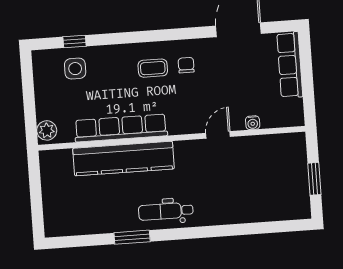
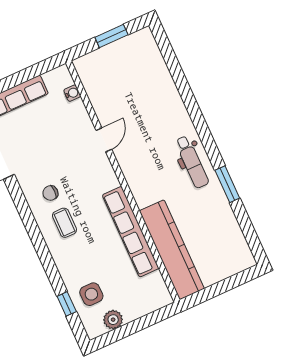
water cooler: (253, 123) -> (72, 93), moved
plant: (47, 130) -> (113, 320), moved
door: (218, 135) -> (104, 140), swing flipped
kitchen counter: (124, 159) -> (172, 250), moved

